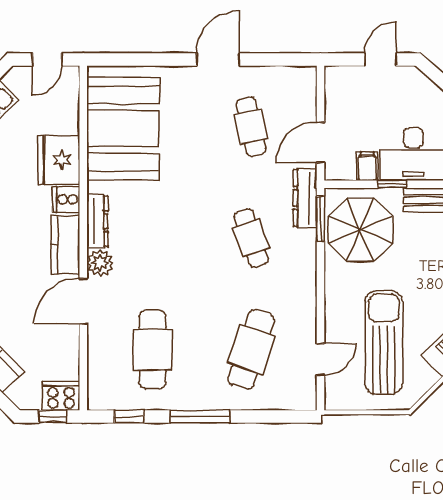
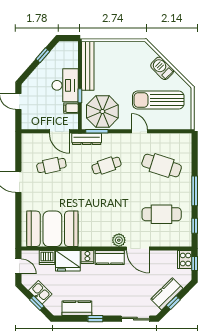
dishwasher: (65, 118) -> (47, 258), added
dresser: (97, 221) -> (98, 242), removed
door: (320, 359) -> (140, 131), moved

